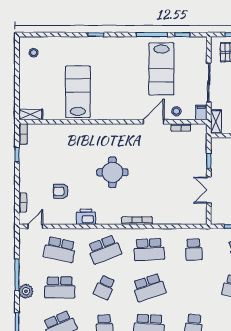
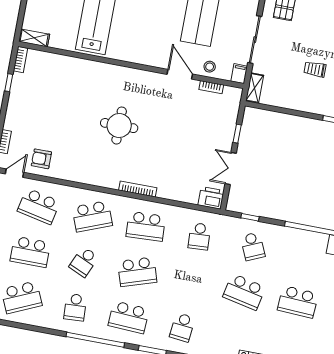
door: (154, 122) -> (180, 74), hinge flipped
armchair: (61, 191) -> (41, 159), moved
printer: (86, 217) -> (211, 198), moved

